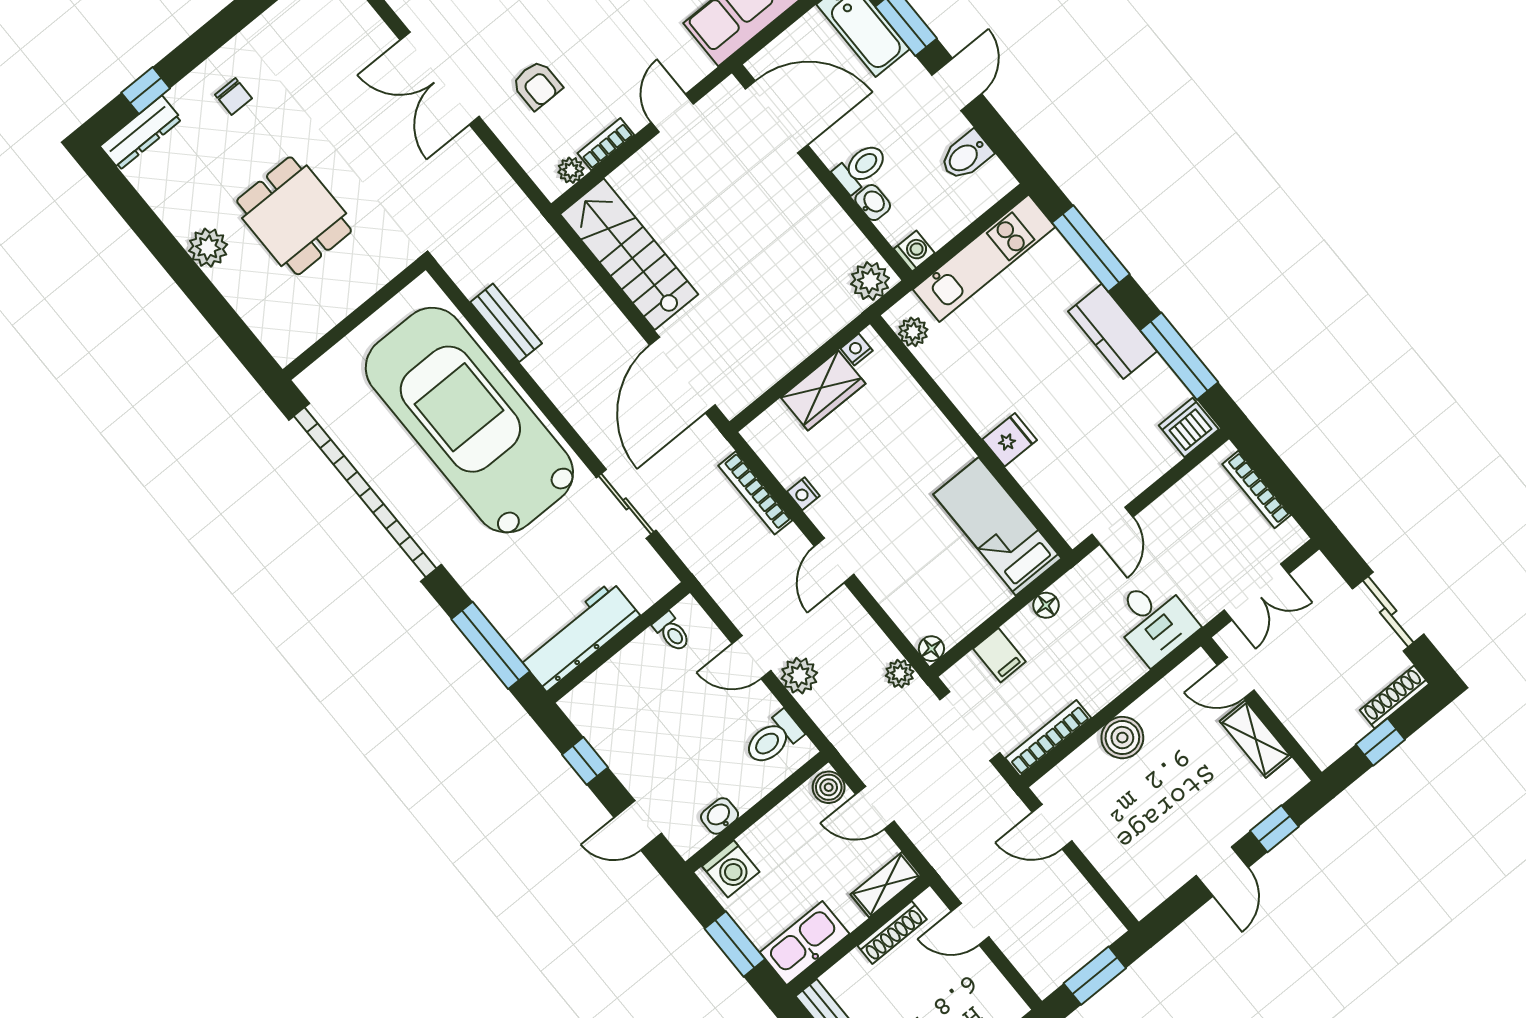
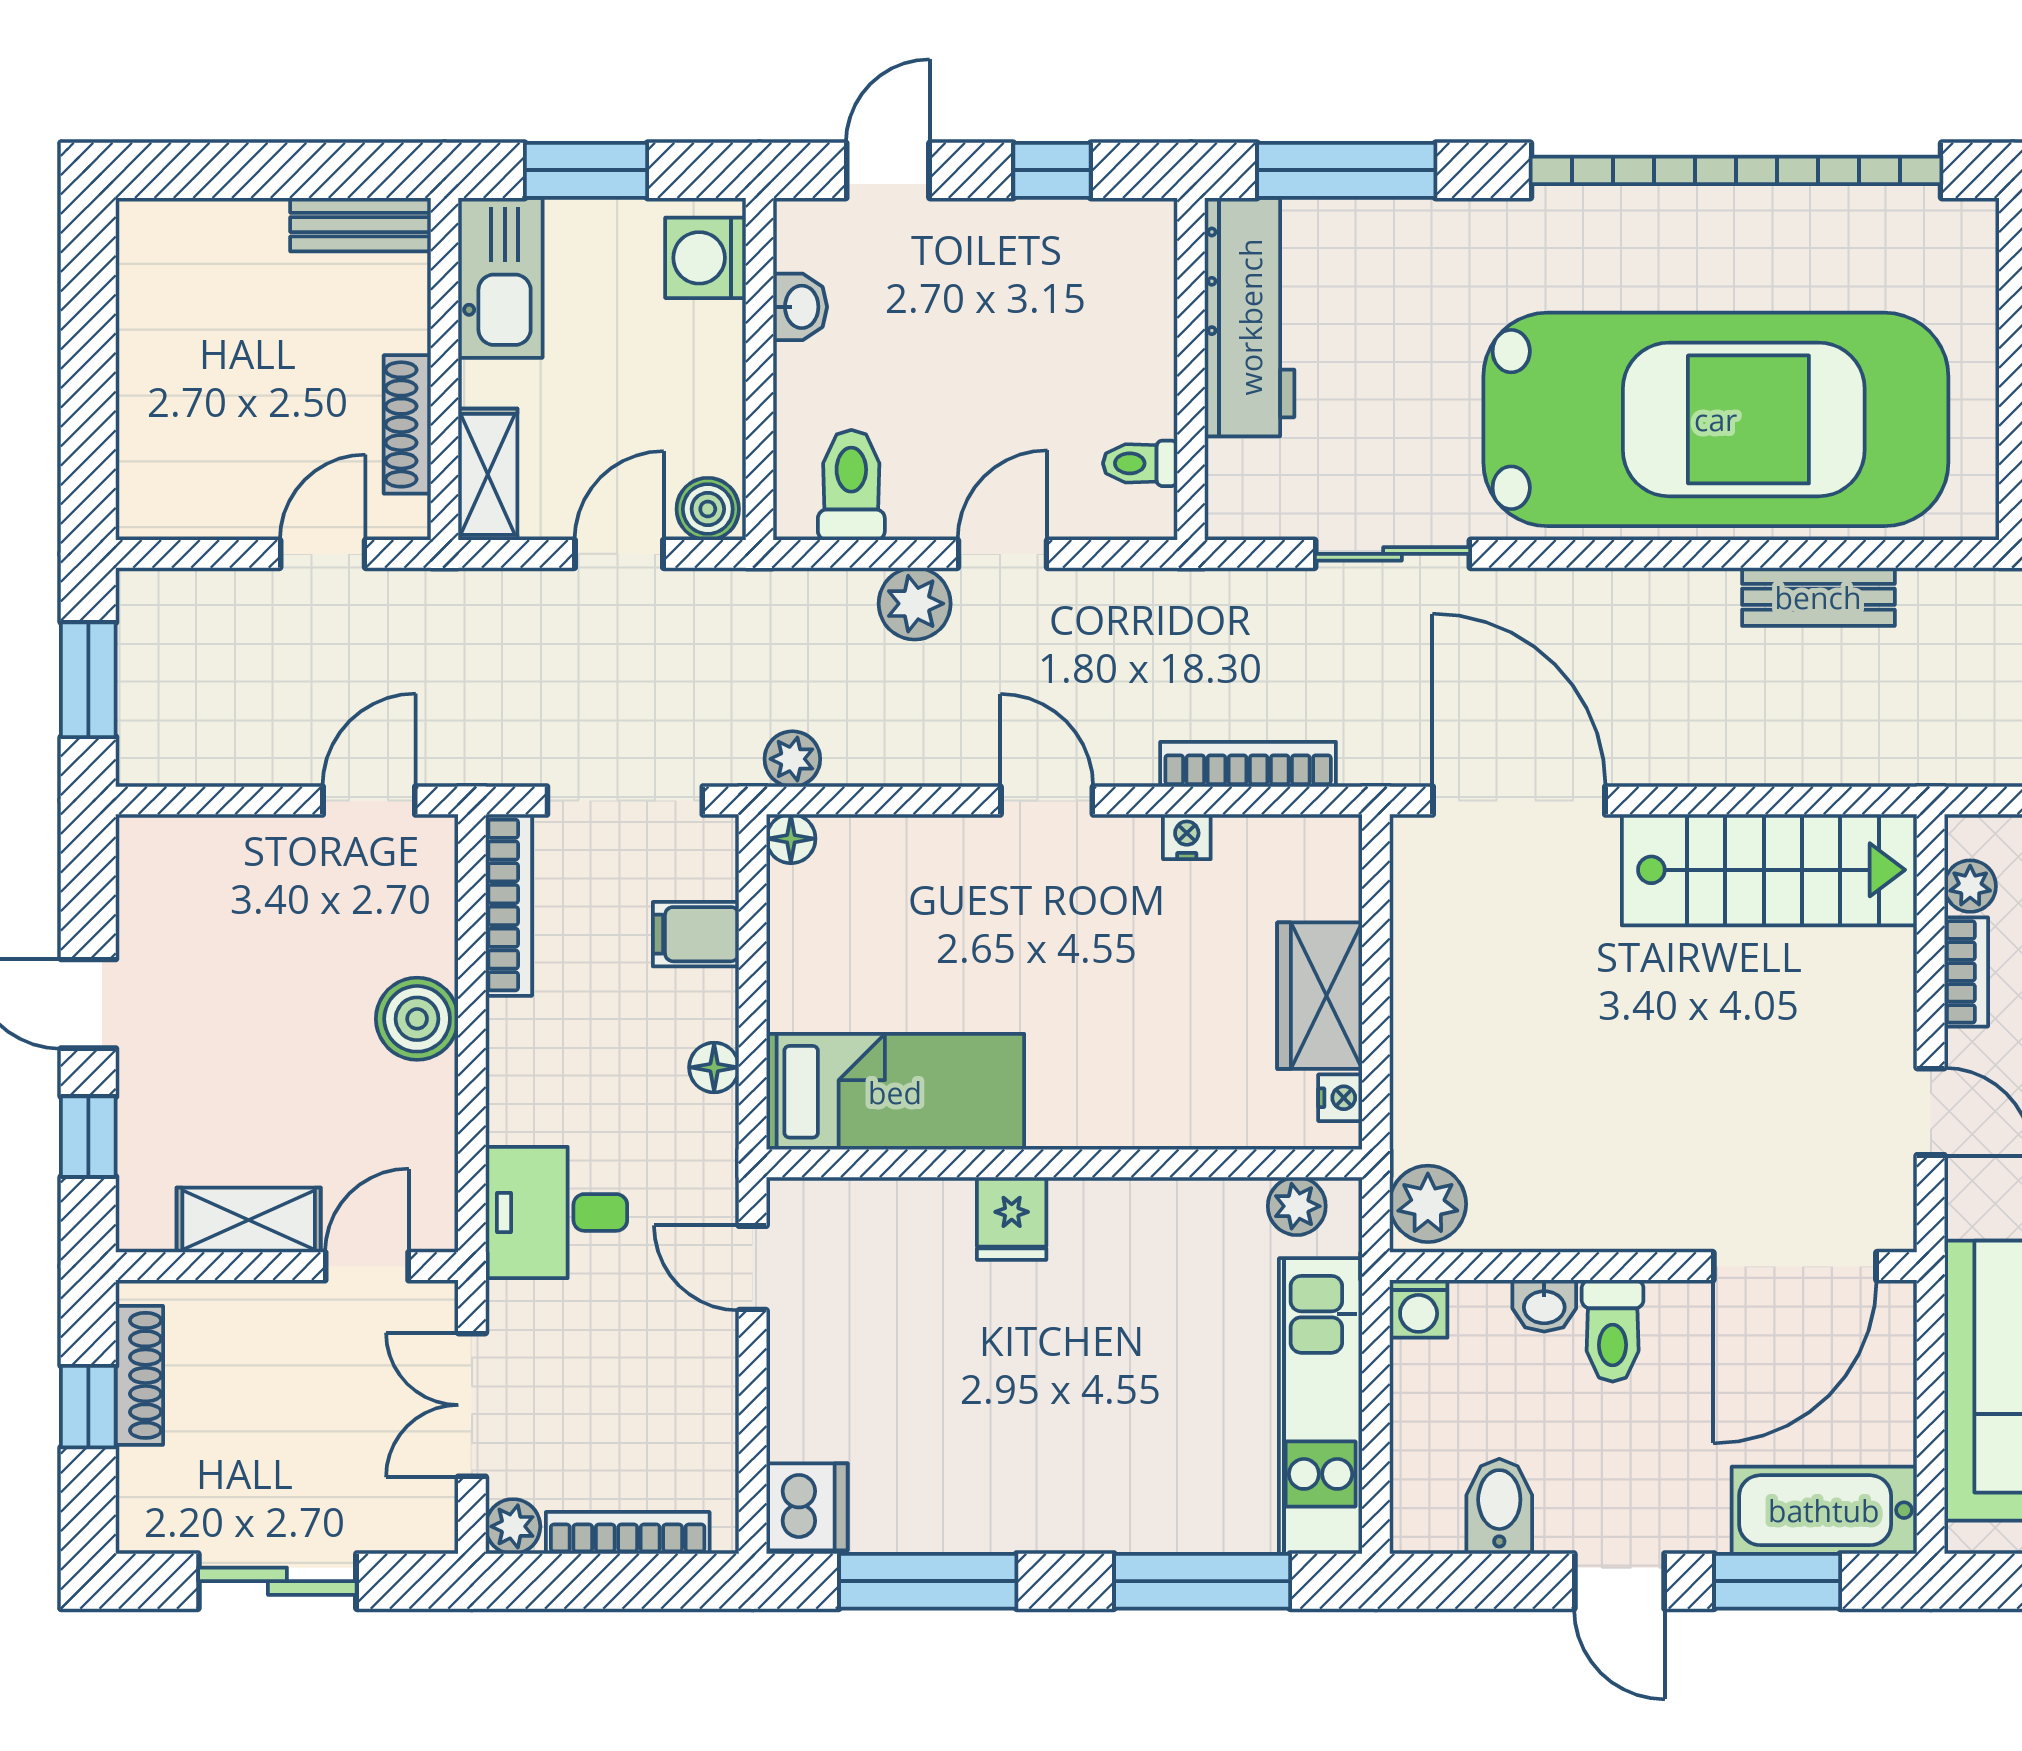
kitchen counter: (1113, 331) -> (1049, 1511), removed
plant: (1291, 537) -> (513, 1526), added
shoe rack: (1394, 697) -> (139, 1375), moved

